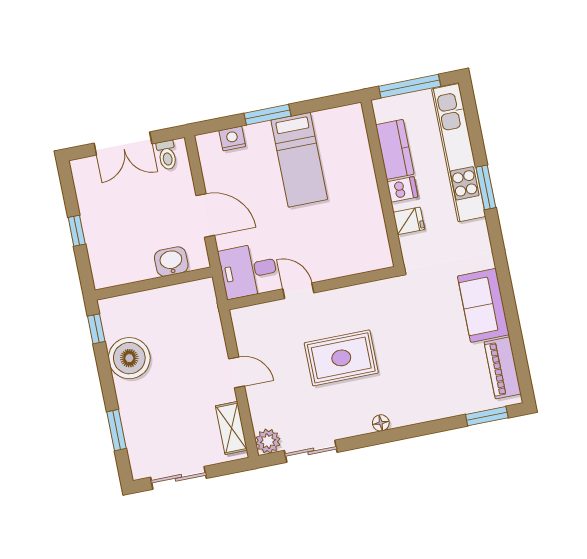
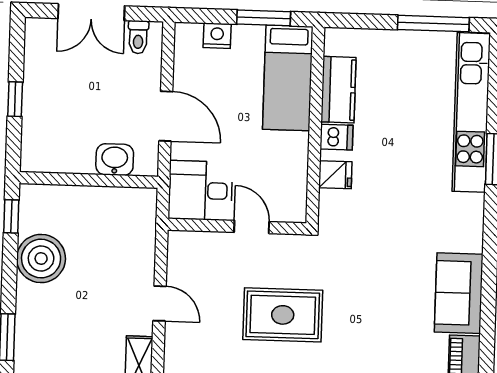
kitchen counter: (395, 149) -> (338, 90), moved
wall: (382, 183) -> (315, 125), moved
dishwasher: (402, 189) -> (336, 137), moved
fridge: (409, 221) -> (335, 175), moved

